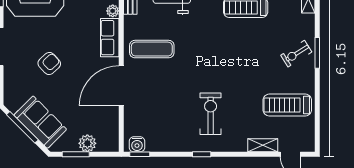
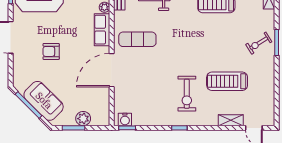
armchair: (49, 63) -> (51, 51), turned -137
treadmill: (287, 105) -> (227, 81), moved
exercise bike: (211, 114) -> (187, 94), turned 180

